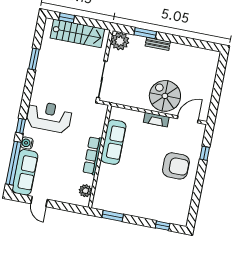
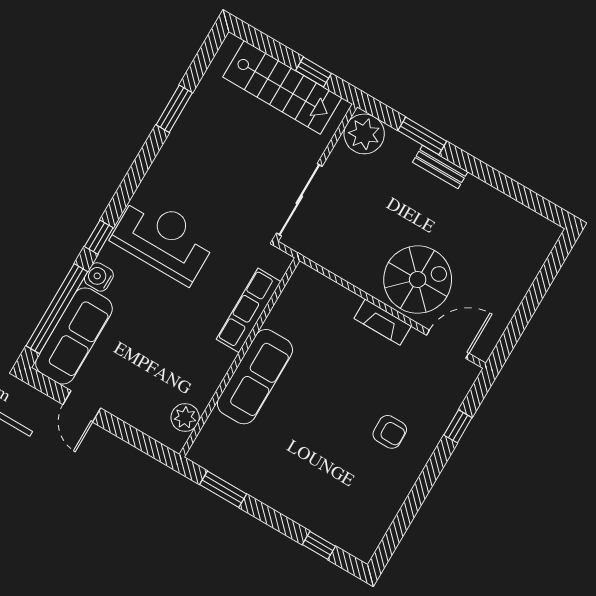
window: (67, 18) -> (313, 72), moved
spiral stairs: (165, 96) -> (418, 280), turned 90
sofa: (113, 142) -> (255, 377), moved
row of seats: (93, 156) -> (249, 310), moved
armchair: (176, 166) -> (390, 432), width x0.53, depth x0.53

